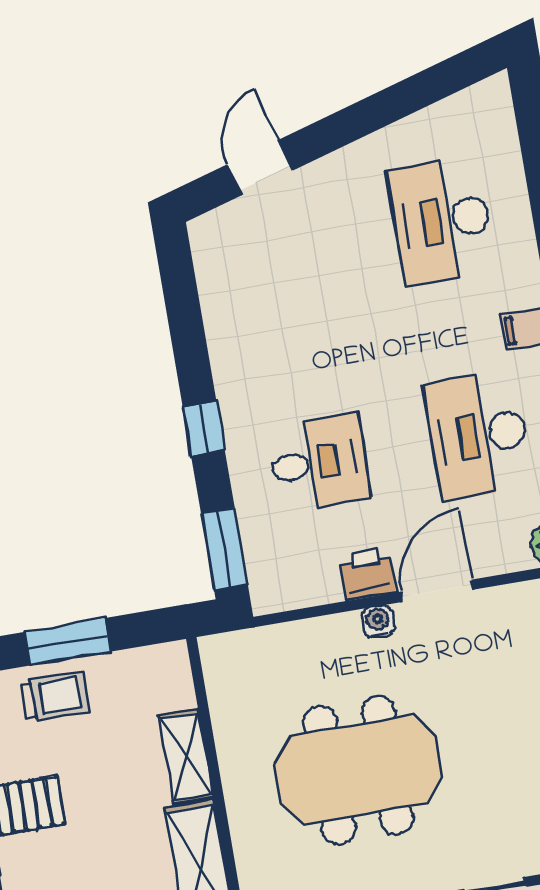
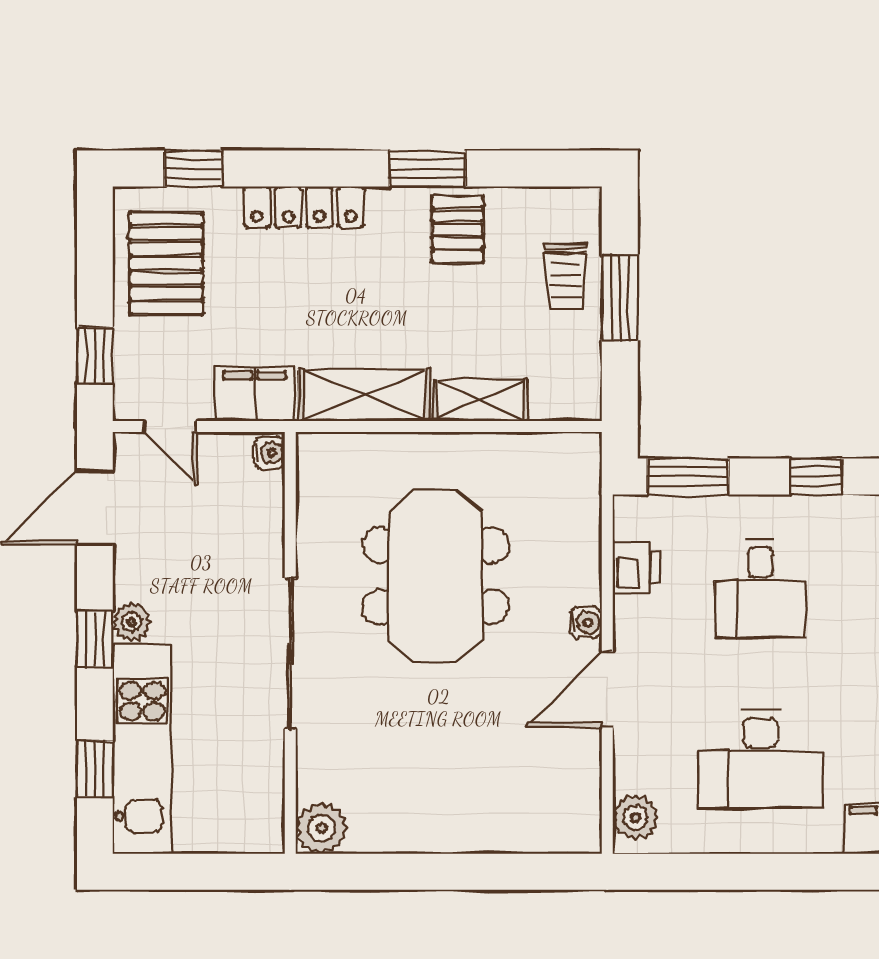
desk: (478, 435) -> (761, 759), turned 180
printer: (368, 575) -> (636, 568), moved
door: (437, 591) -> (607, 689), swing flipped

